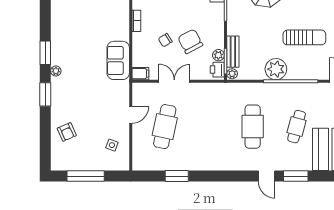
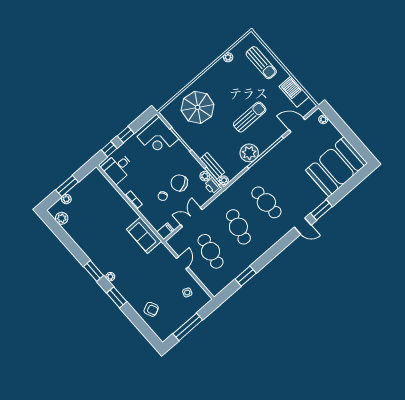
cafe table: (297, 127) -> (238, 227), moved, width x1.37, depth x1.35

